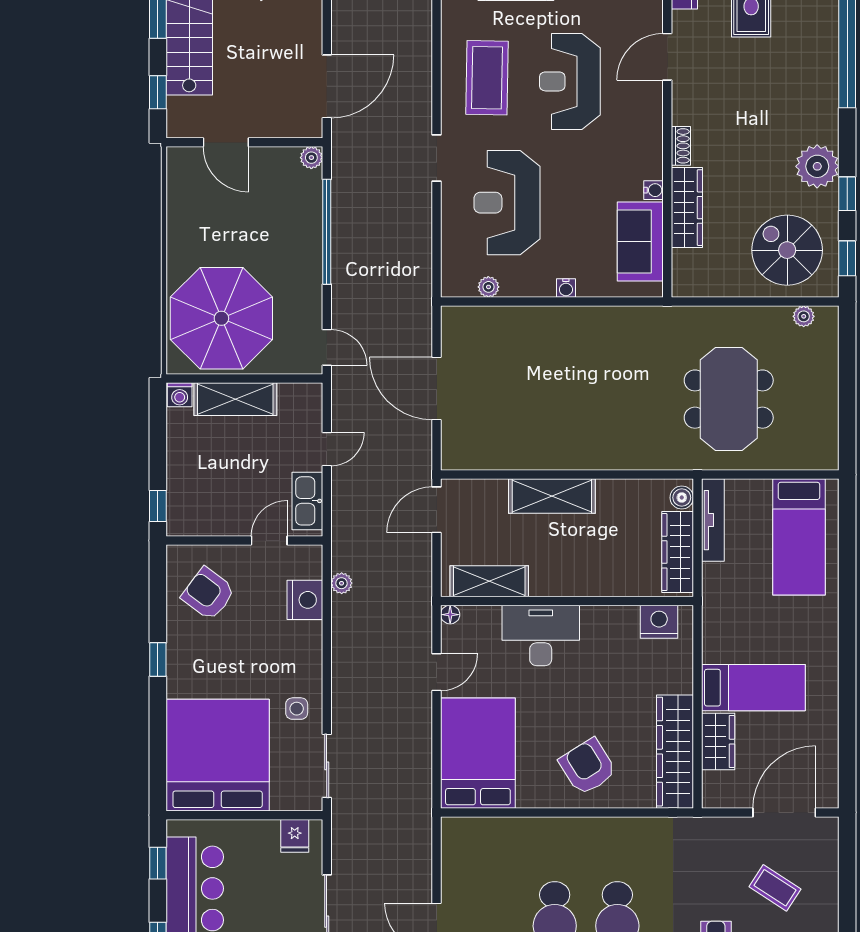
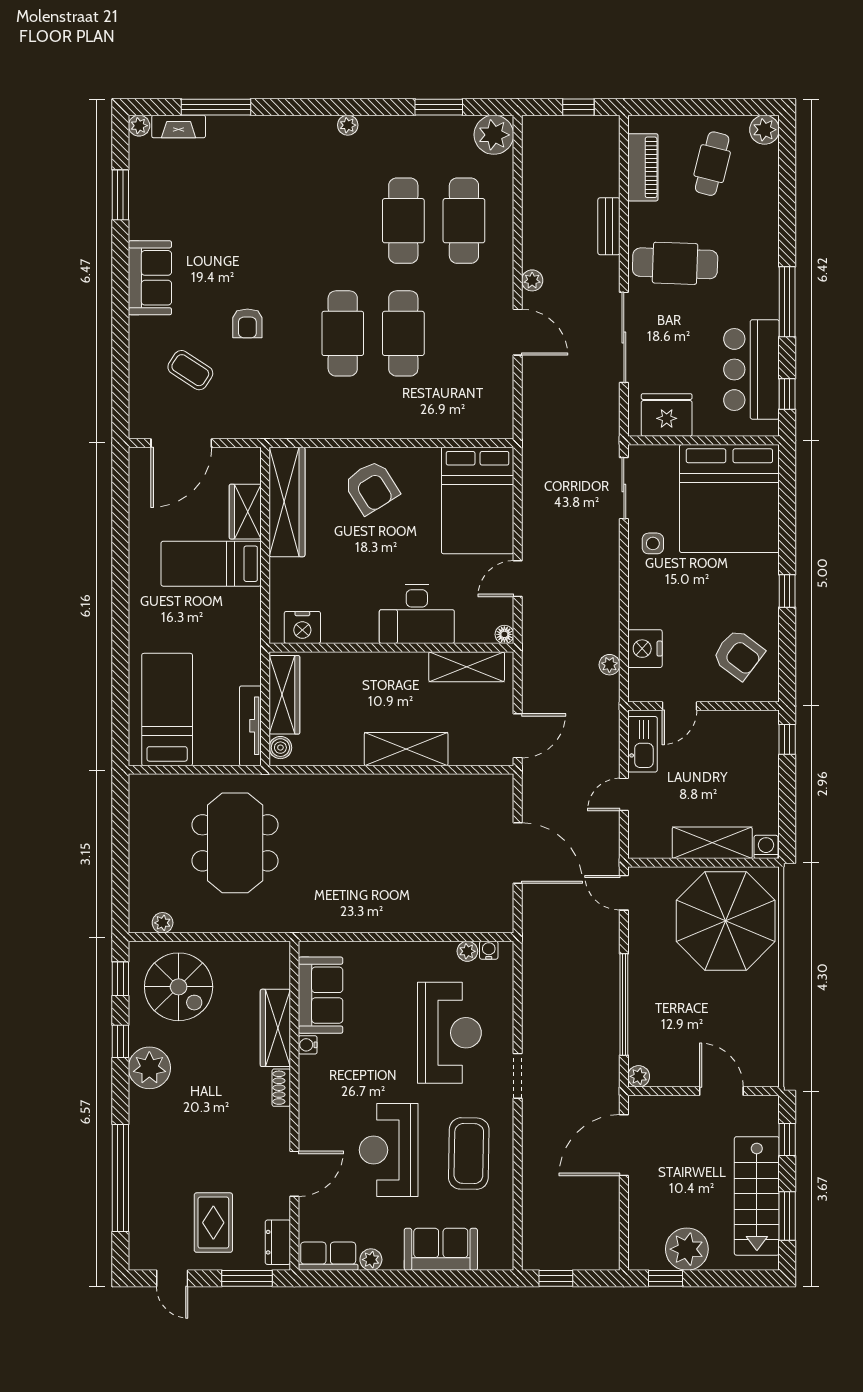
reception desk: (570, 81) -> (389, 1150), turned 180
water cooler: (566, 288) -> (489, 950), moved
fridge: (295, 836) -> (667, 415), width x1.88, depth x1.34

